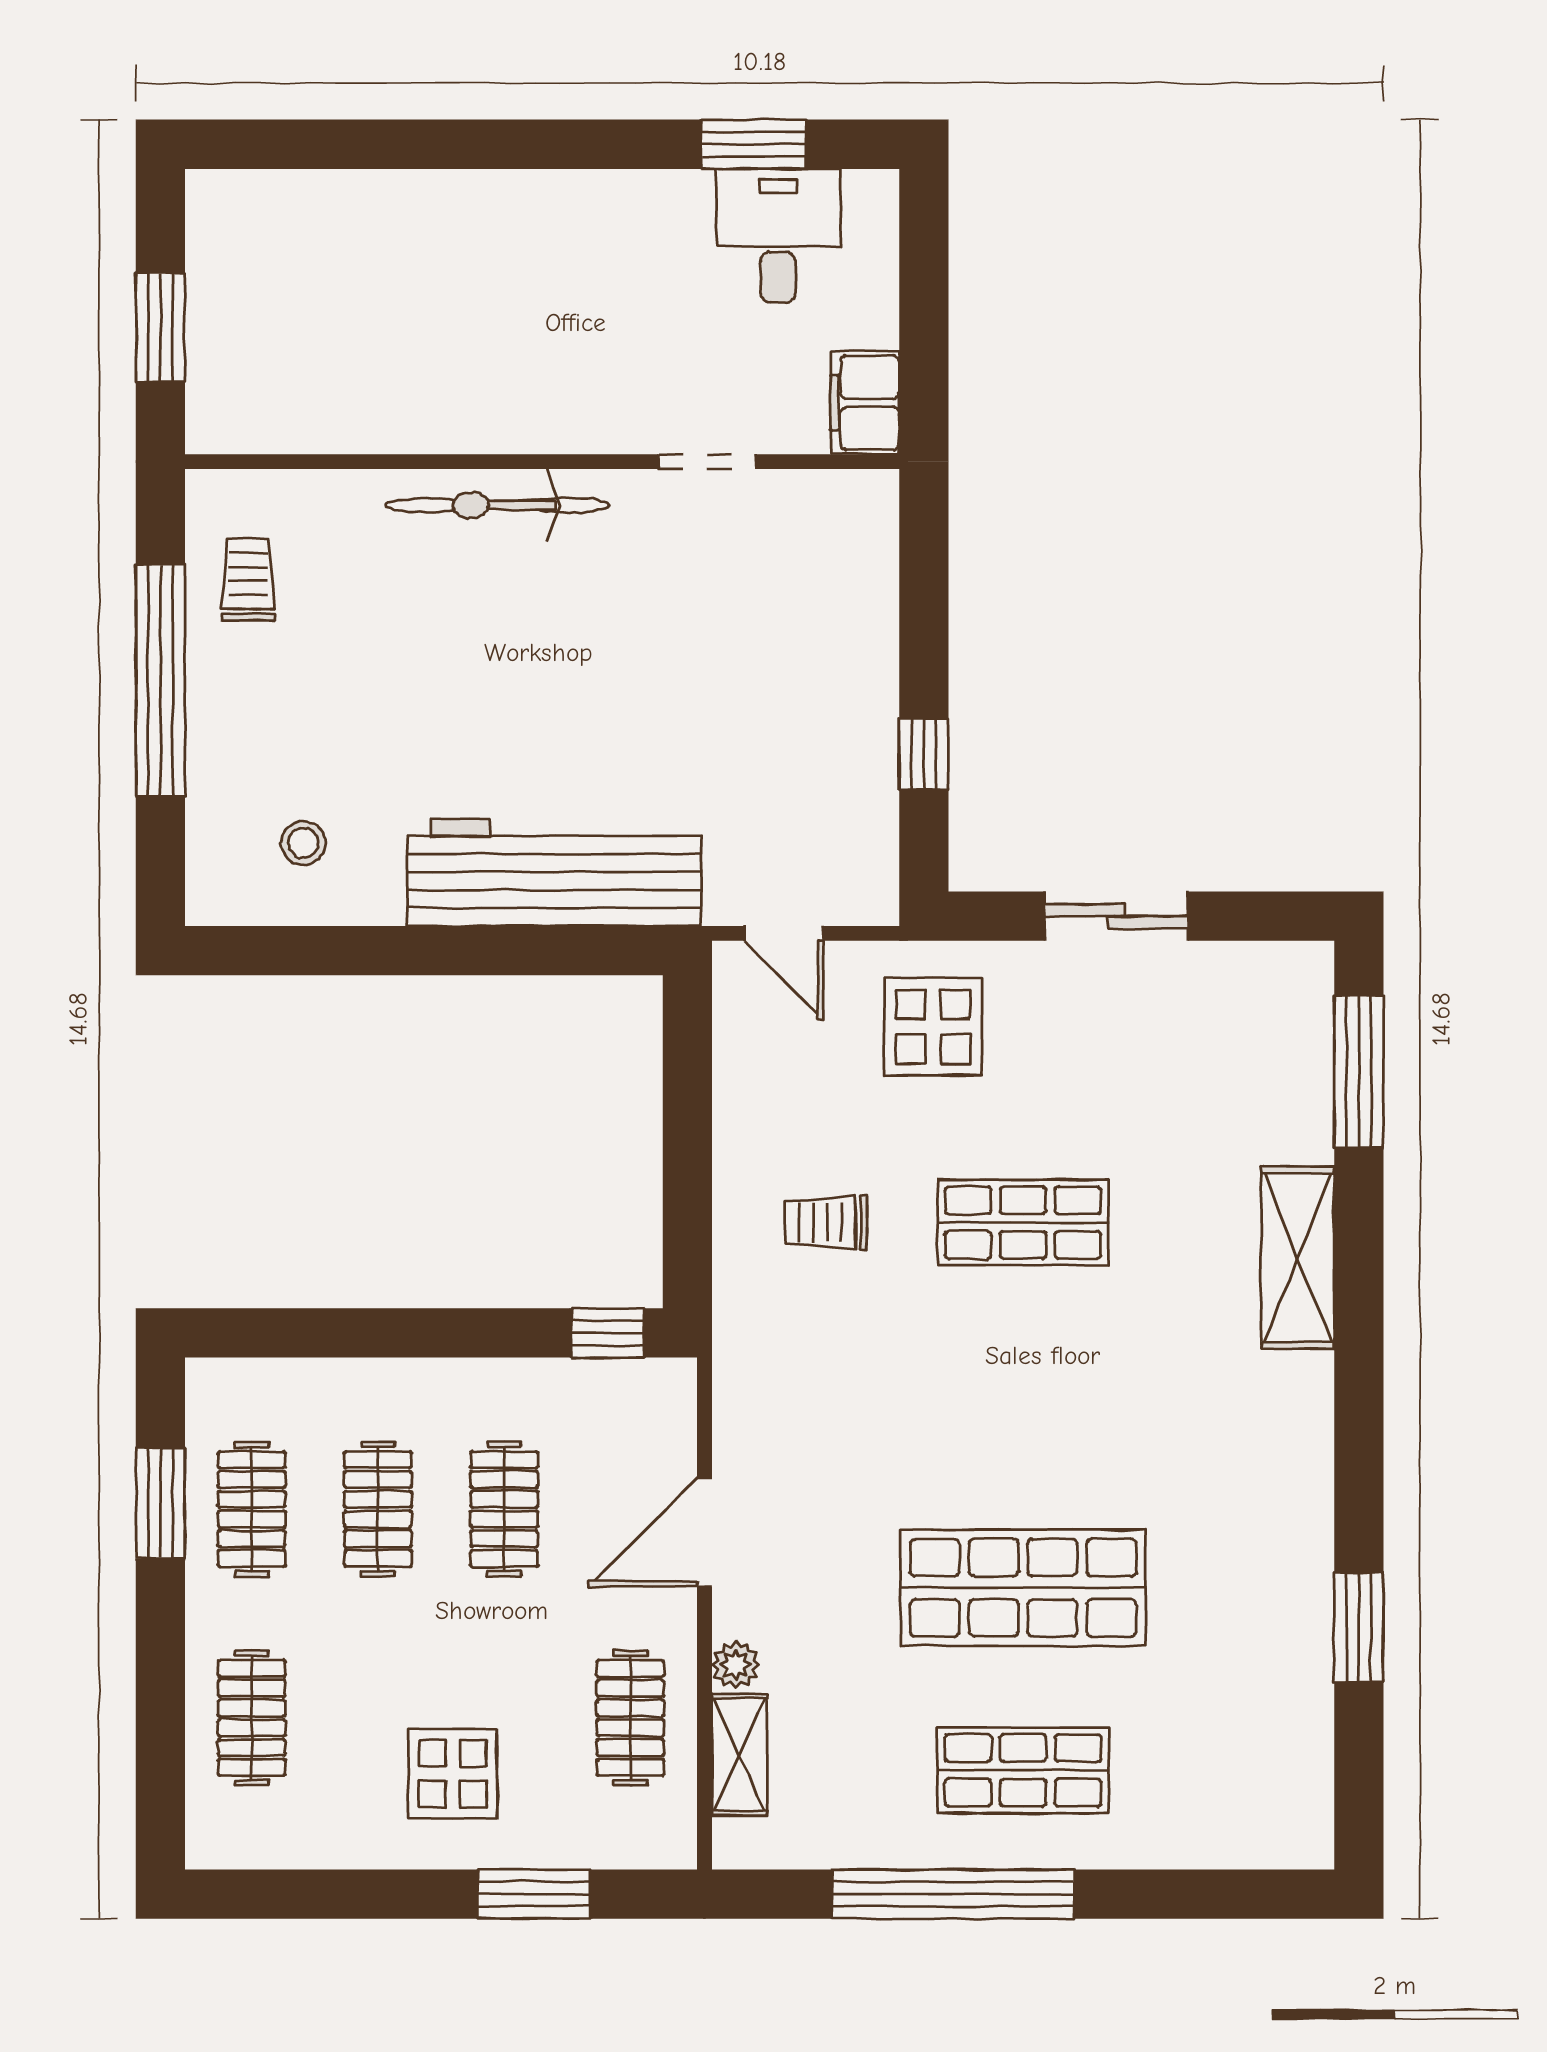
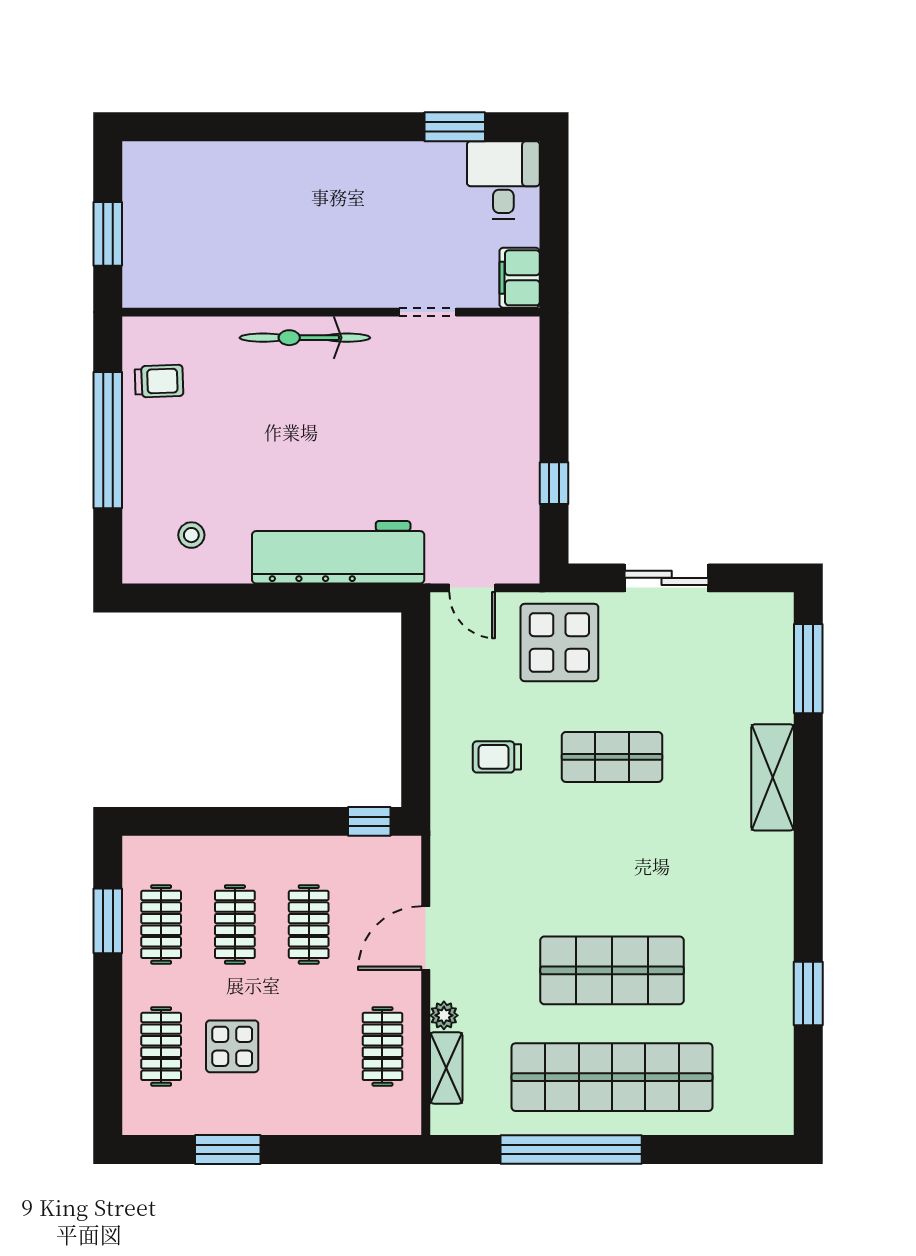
desk: (778, 236) -> (503, 180), moved
trolley: (248, 580) -> (159, 381), turned 88
display table: (933, 1027) -> (559, 642), width x1.36, depth x1.36
shop shelf: (1023, 1770) -> (612, 1077), width x2.00, depth x1.36
display table: (453, 1774) -> (232, 1046), moved
window: (534, 1894) -> (228, 1149), moved

